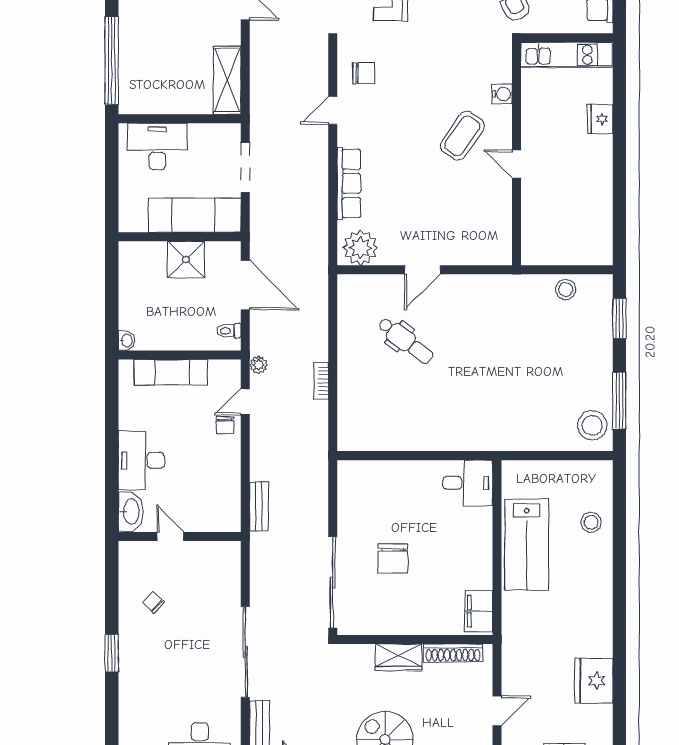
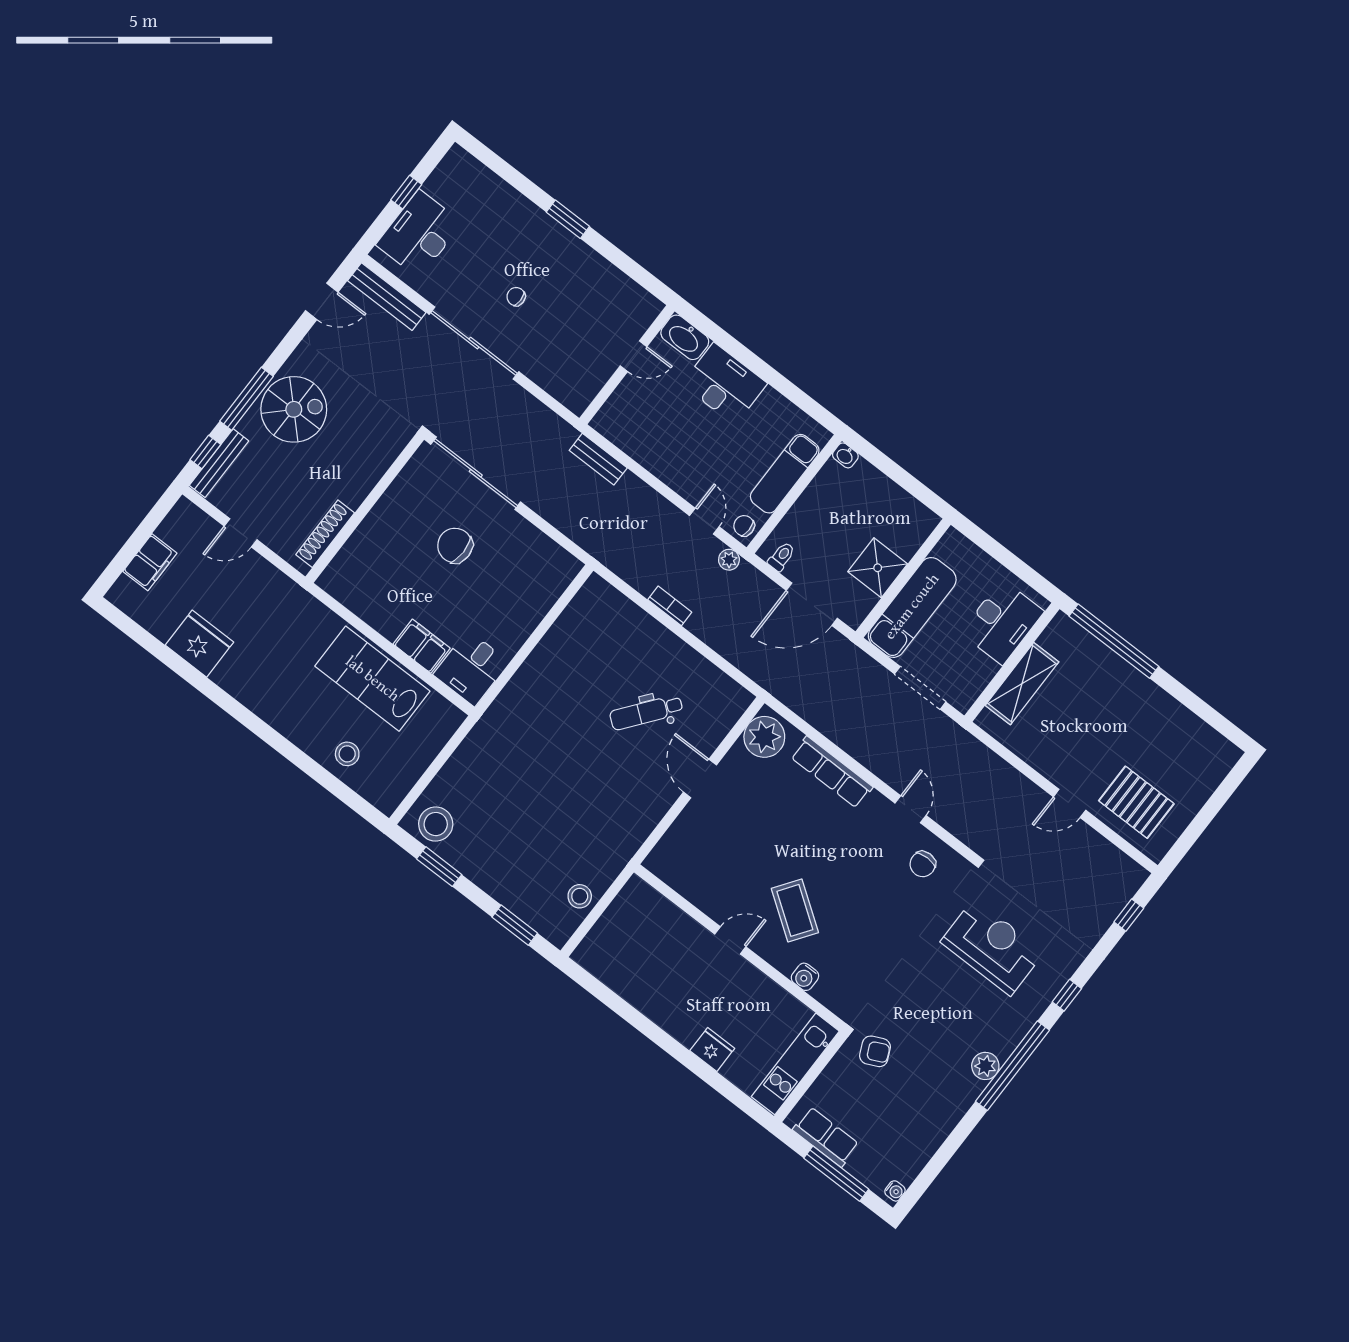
shelving: (227, 80) -> (1022, 684), moved, turned 90
window: (619, 401) -> (439, 867), width x0.69
chair: (225, 425) -> (744, 526), moved
chair: (154, 603) -> (516, 297), moved, turned -133
filing cabinet: (479, 611) -> (422, 646), moved
wardrobe: (399, 657) -> (360, 480), removed
door: (497, 711) -> (241, 533), hinge flipped

